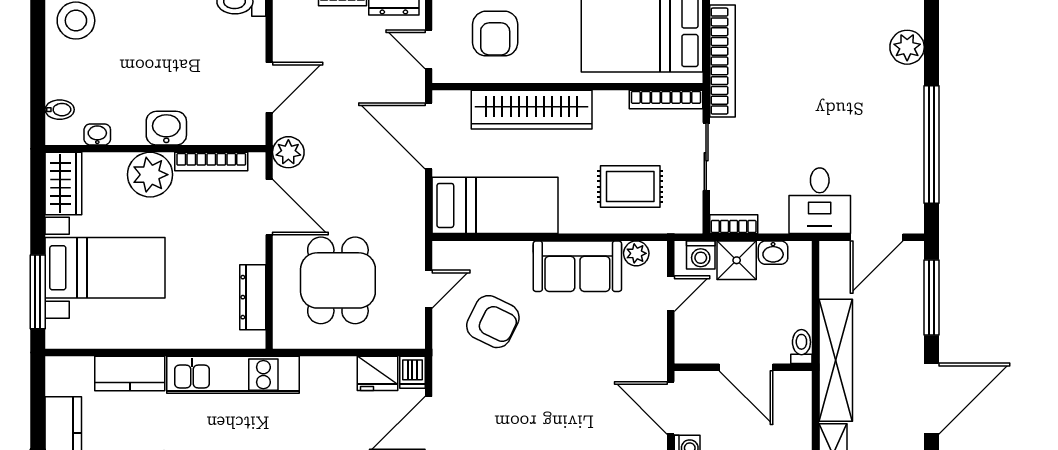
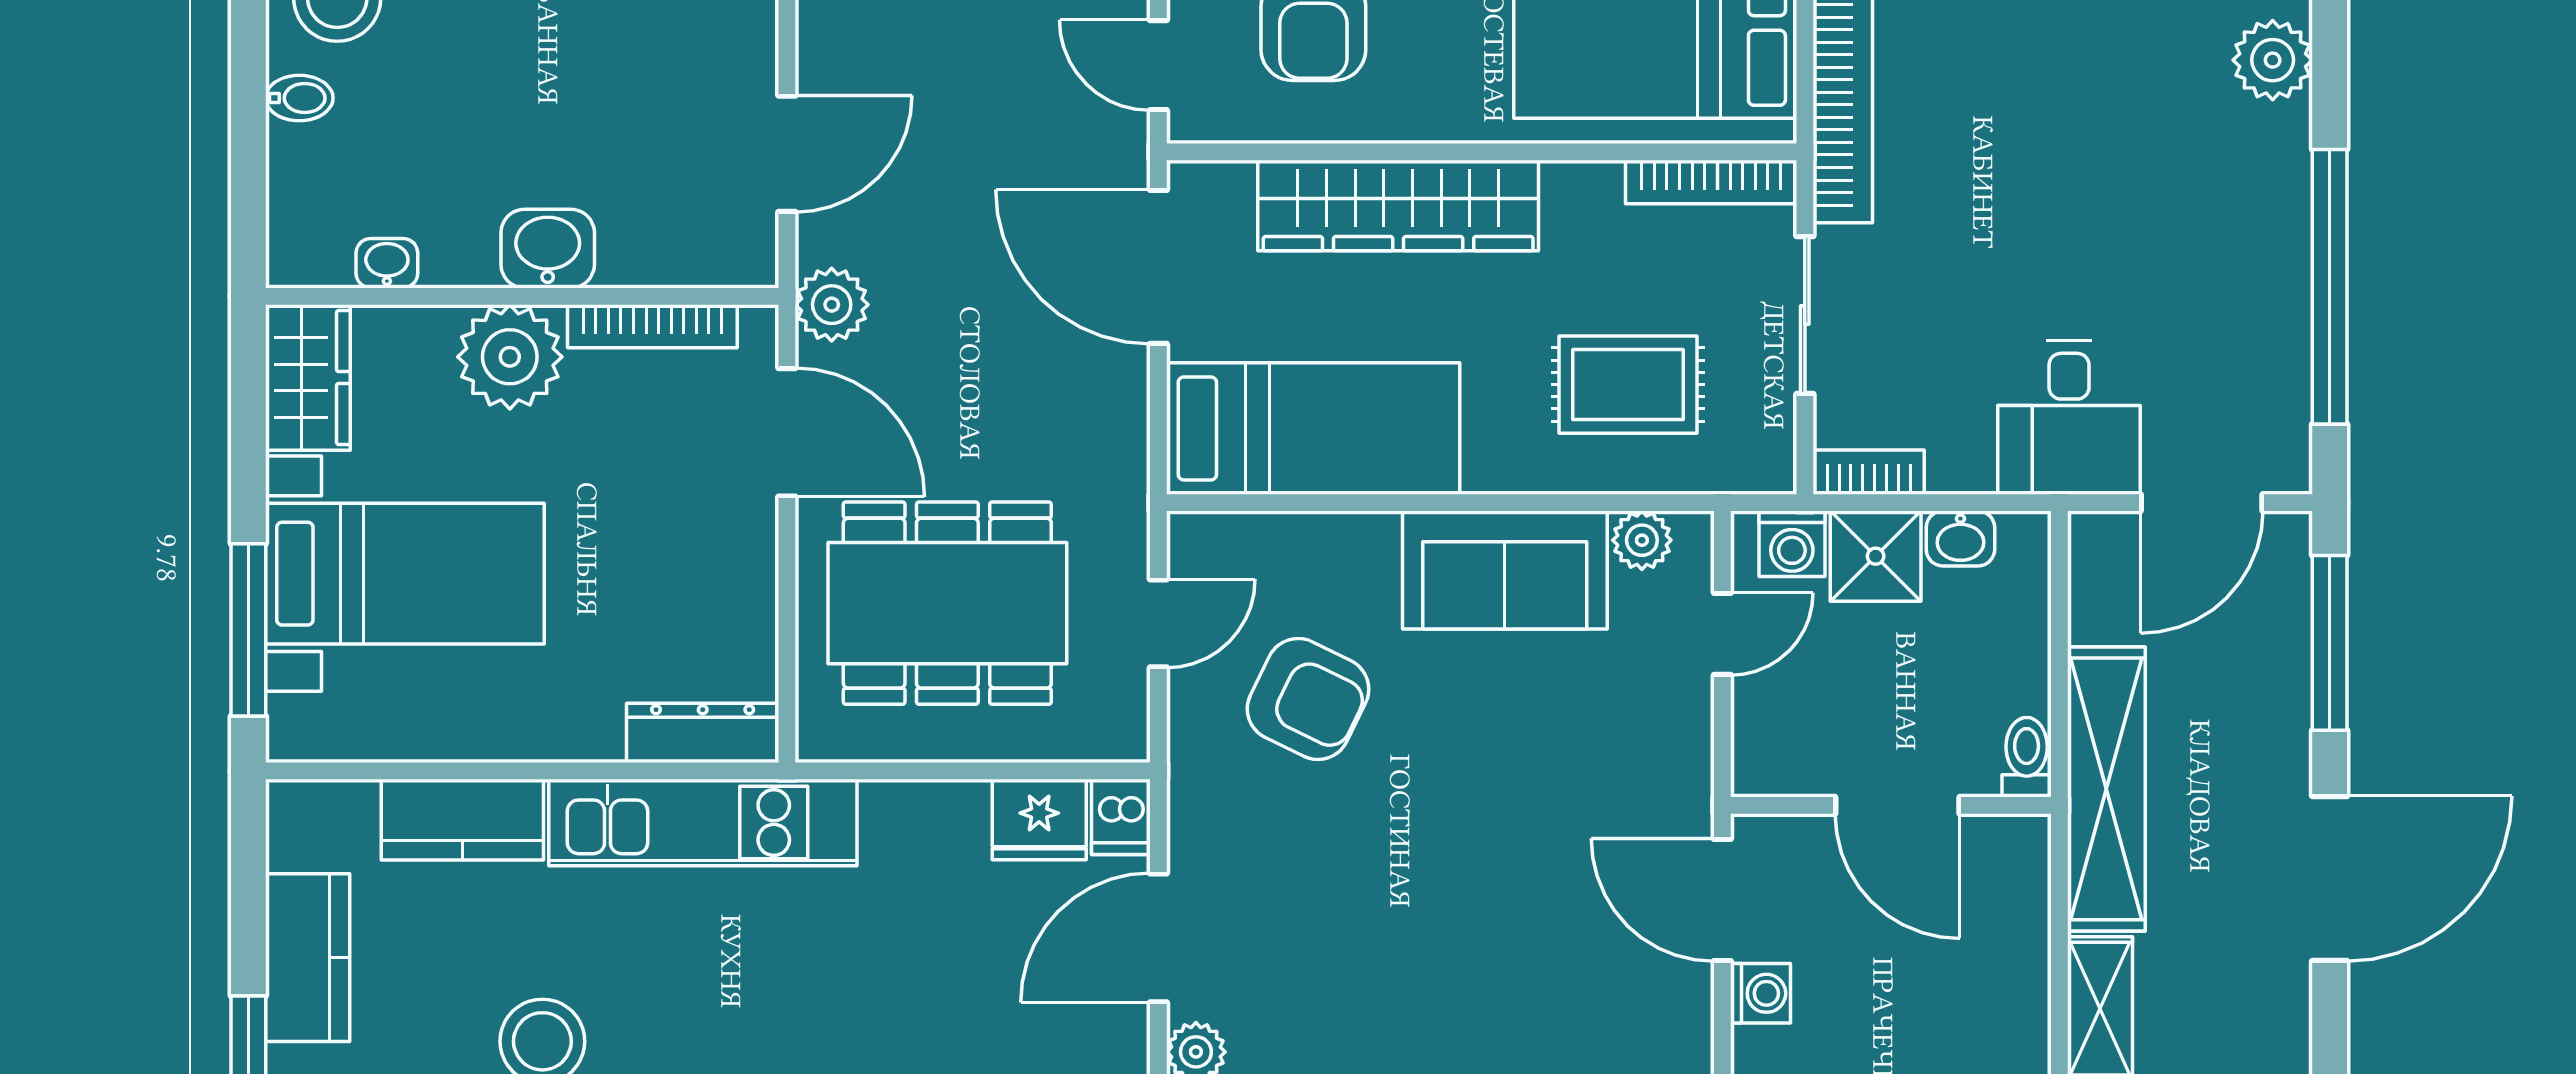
bidet: (60, 110) -> (299, 98), moved
dining table: (338, 280) -> (947, 603), width x1.37
dresser: (253, 297) -> (703, 733), moved, turned 90

